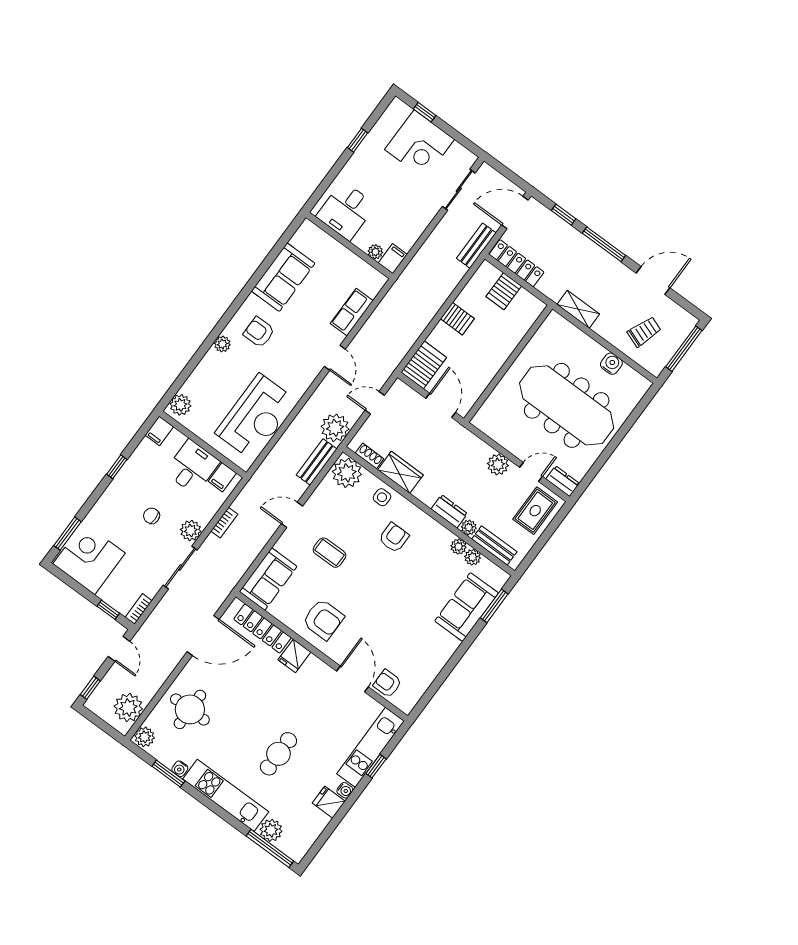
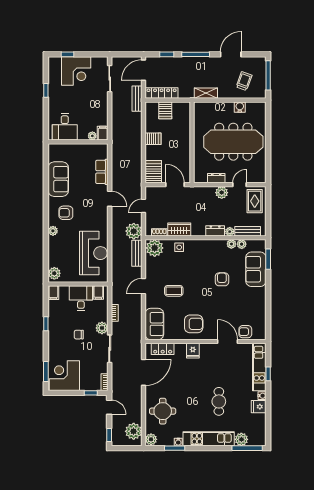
dresser: (563, 481) -> (216, 178), moved
armchair: (394, 538) -> (222, 279), moved
locker: (262, 628) -> (163, 349), width x0.66

